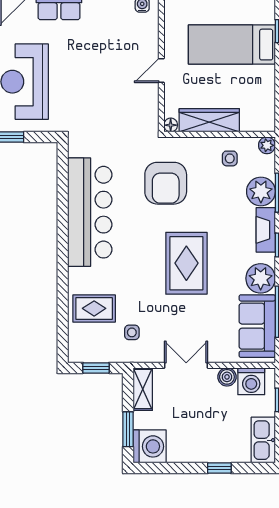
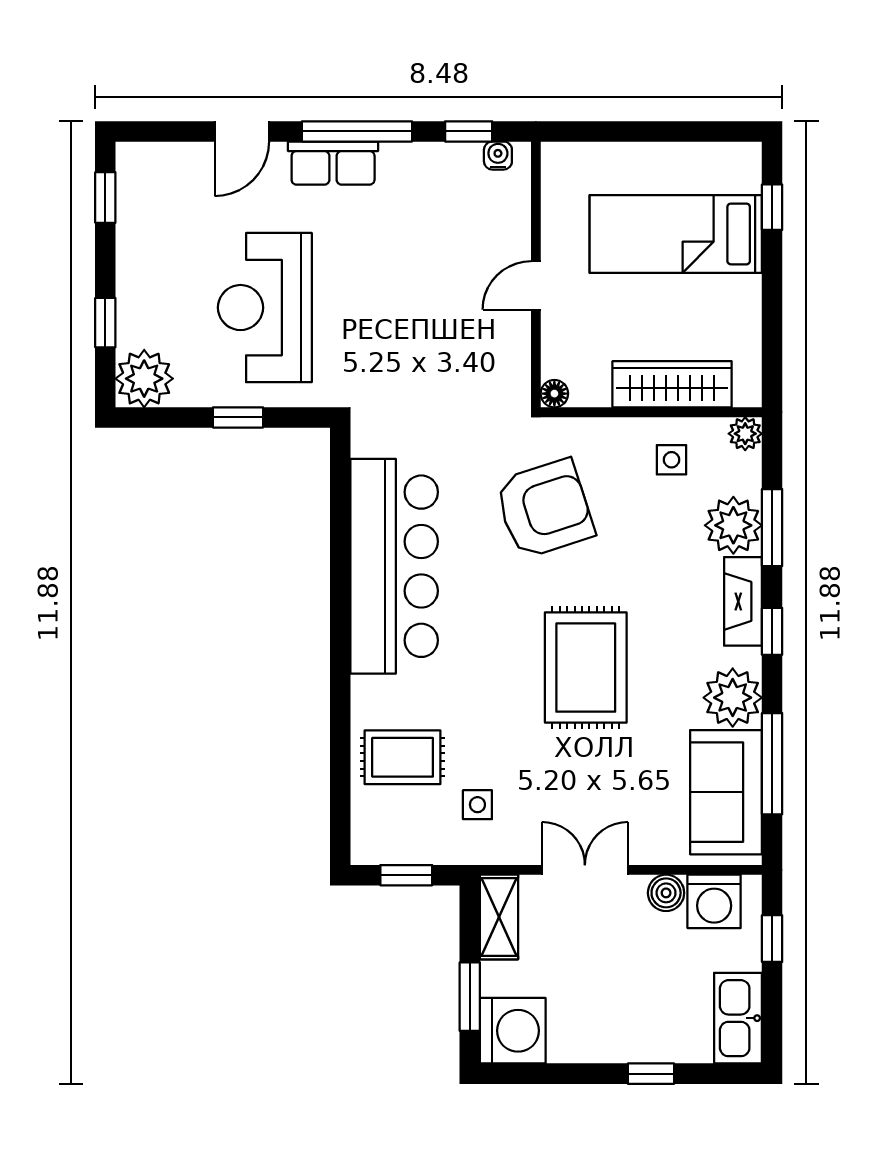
wardrobe: (209, 120) -> (672, 384), moved
armchair: (166, 183) -> (544, 509), turned -108

